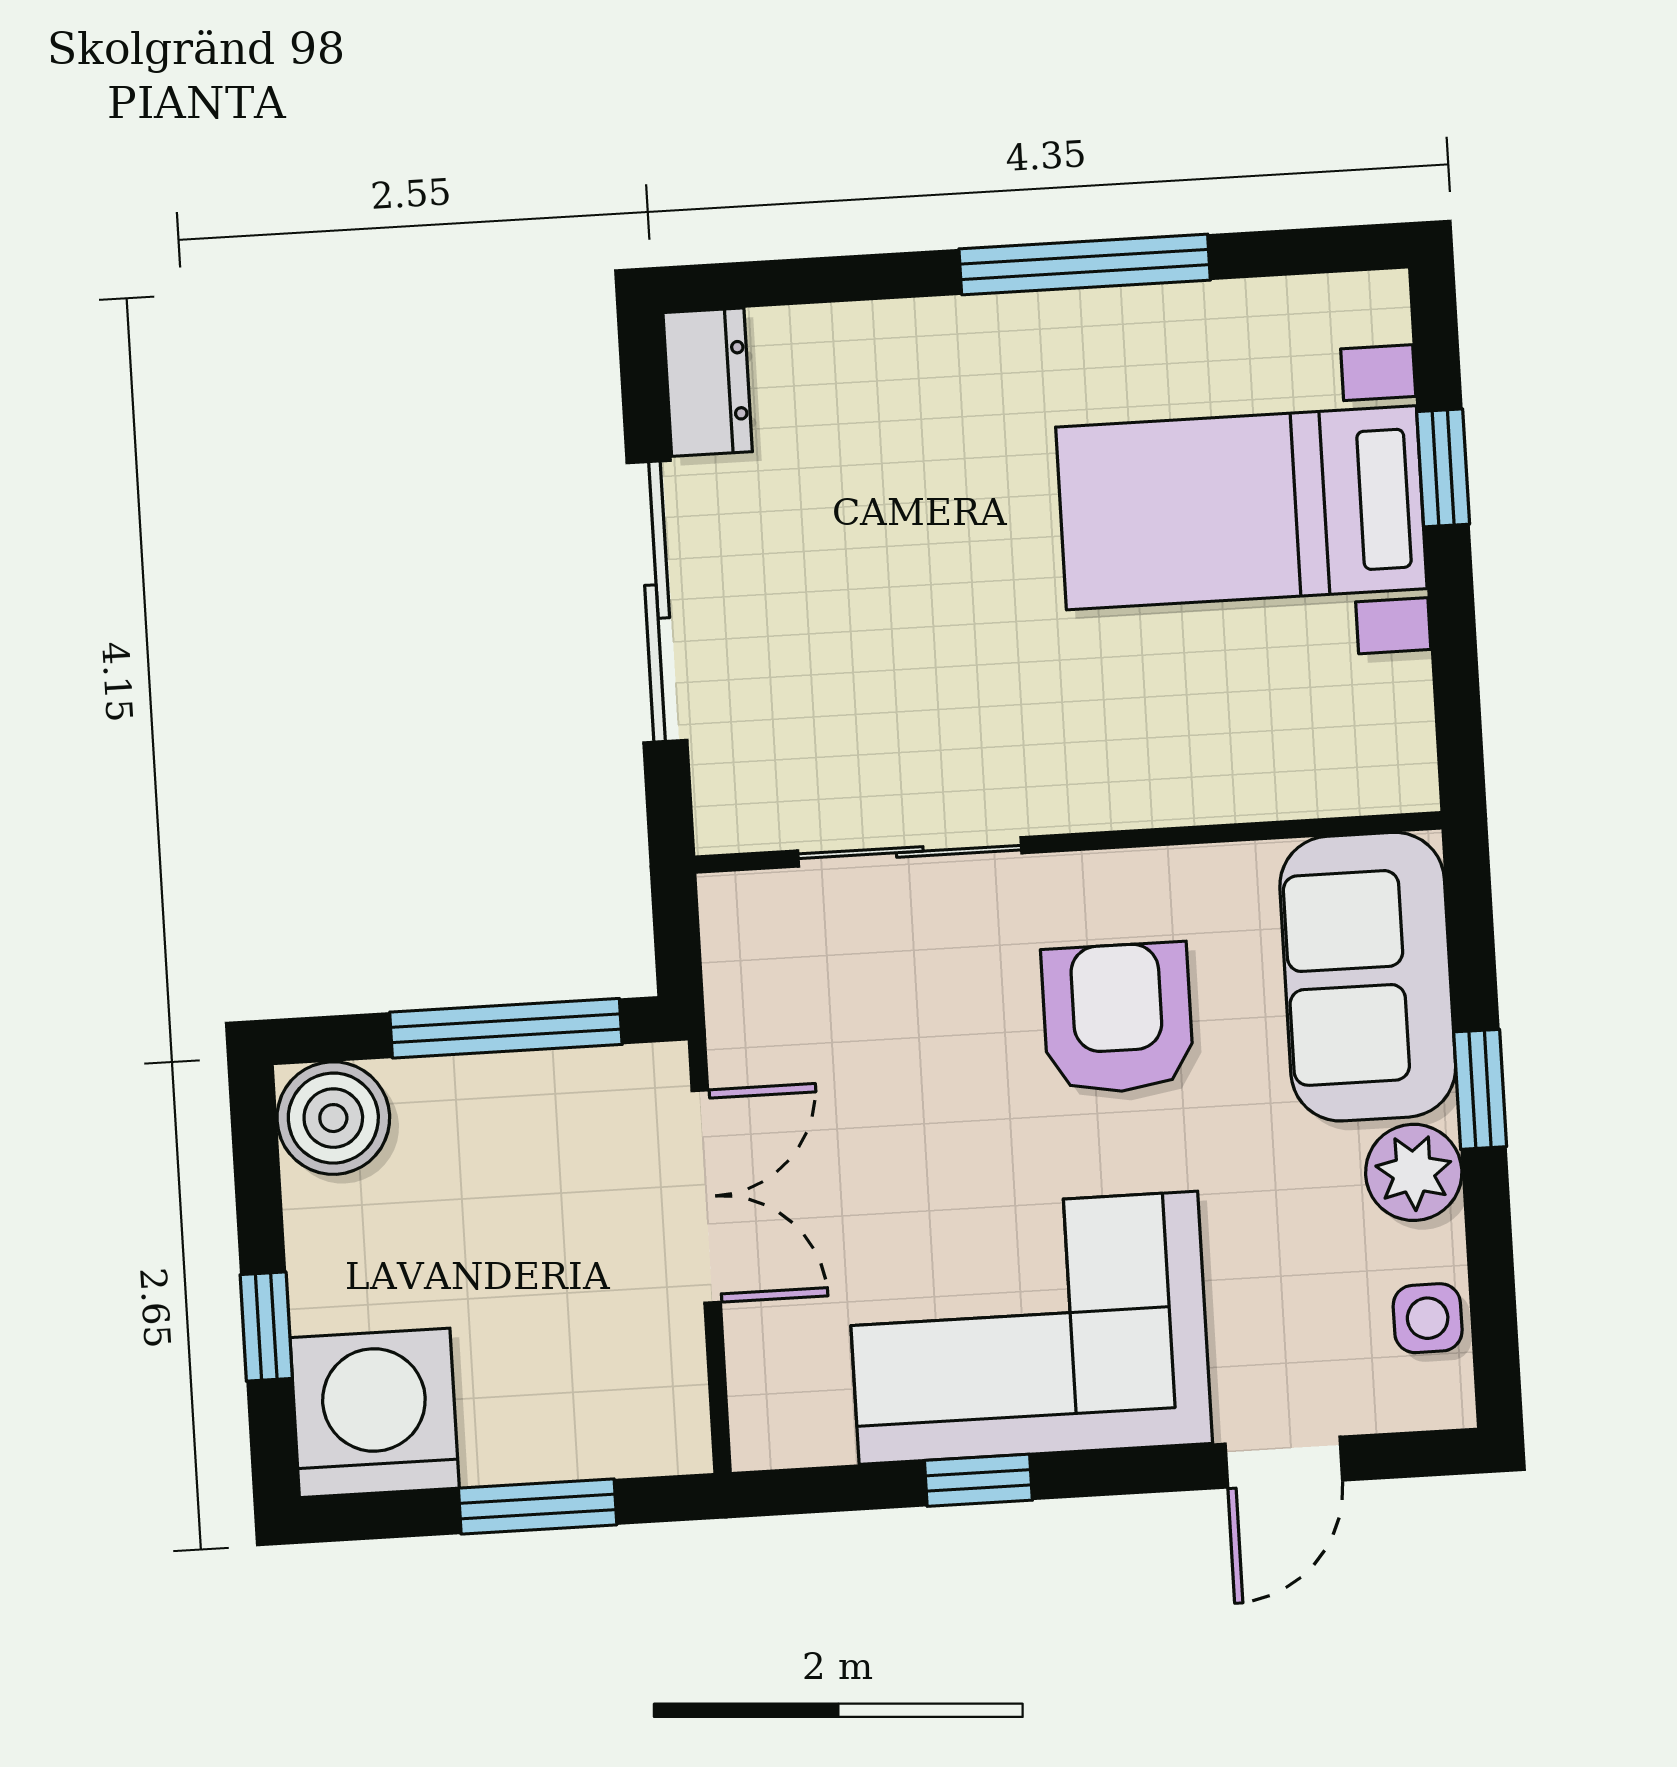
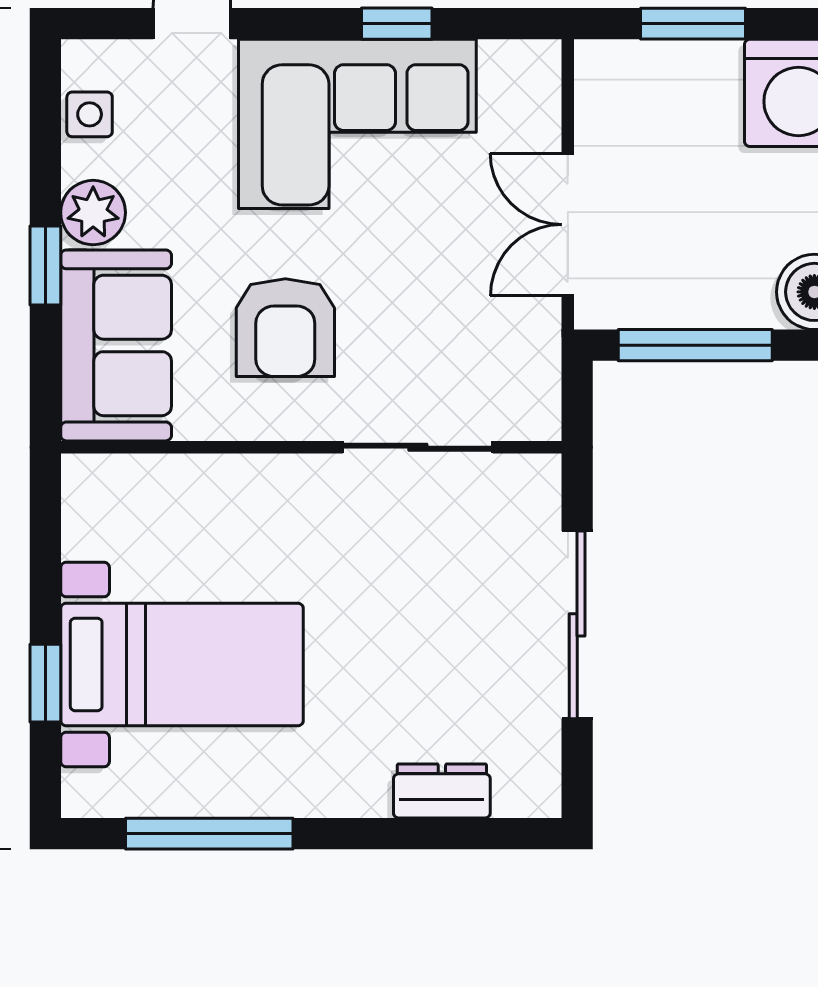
window: (1085, 264) -> (209, 834), moved
dresser: (708, 382) -> (442, 791), moved, turned 90

